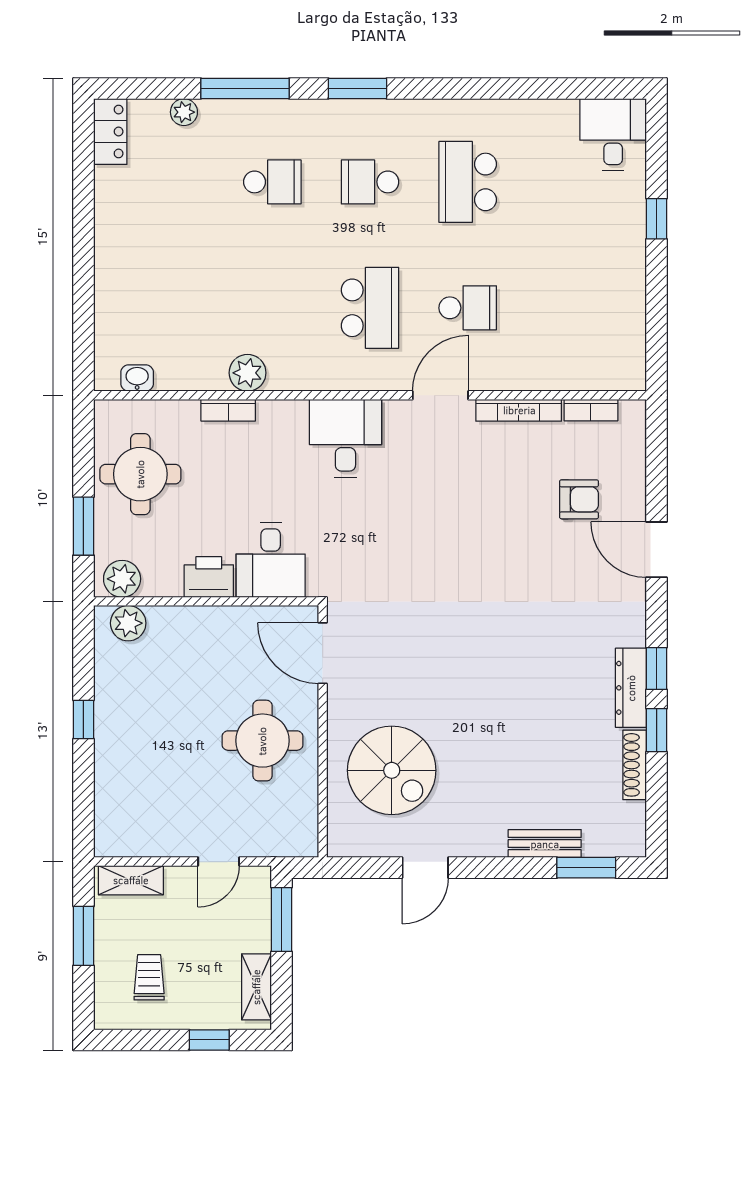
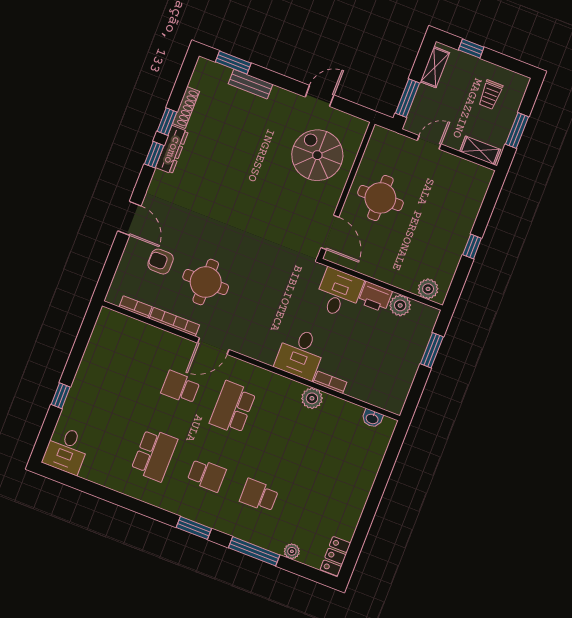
desk: (345, 438) -> (301, 353), moved
round table: (140, 474) -> (206, 282), moved
plant: (122, 579) -> (400, 305), moved

